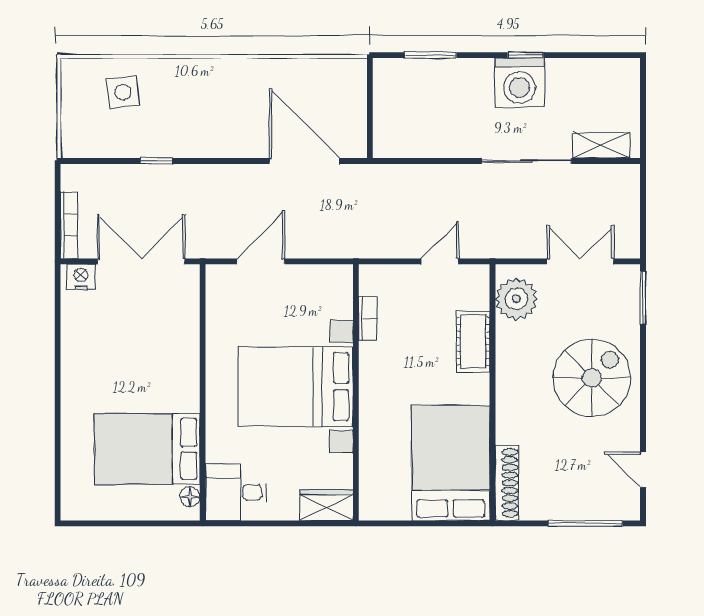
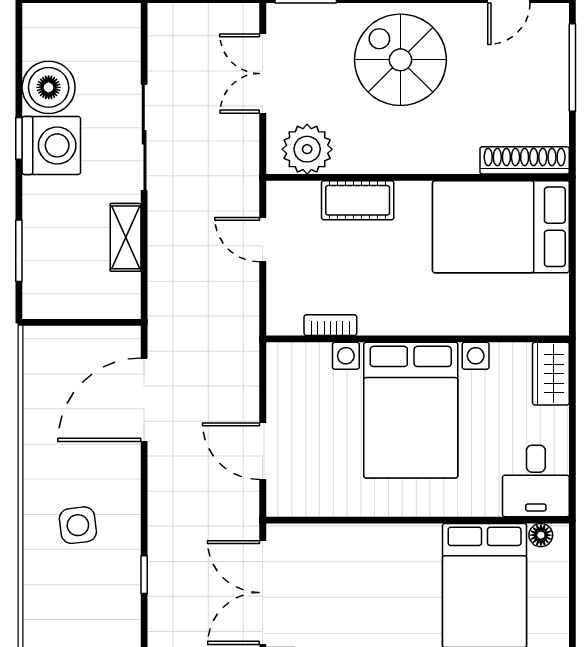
boiler: (569, 80) -> (49, 87), added
side table: (123, 92) -> (78, 525), moved
shelving: (601, 145) -> (126, 237), moved

